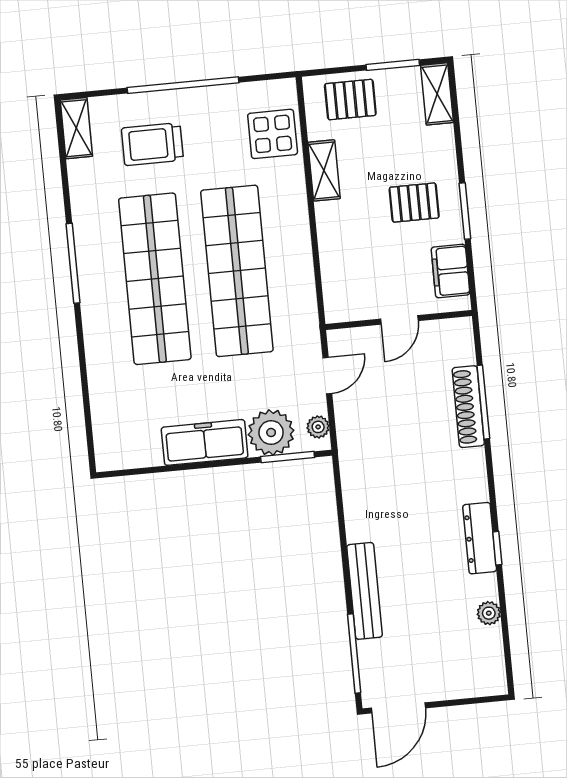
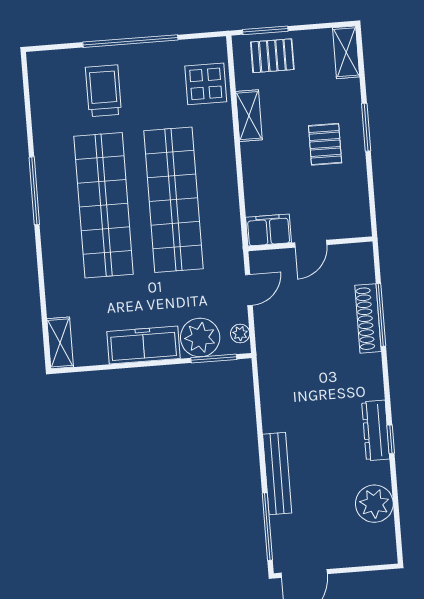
window: (393, 65) -> (265, 30), moved
shelving: (76, 128) -> (60, 343), moved
trolley: (152, 144) -> (103, 91), turned 90
pallet: (414, 203) -> (325, 144), turned 90
window: (465, 211) -> (366, 127), moved
filing cabinet: (451, 271) -> (268, 230), moved, turned 90
plant: (489, 613) -> (374, 504), width x1.88, depth x1.88

